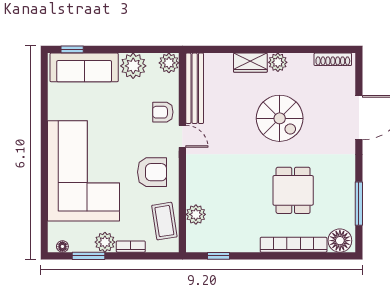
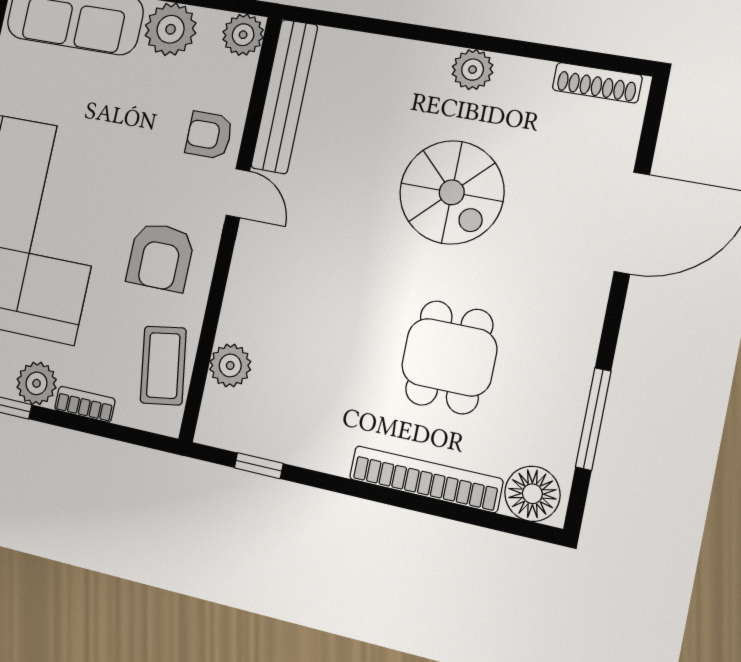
wardrobe: (250, 63) -> (413, 61), removed
armchair: (152, 172) -> (160, 257), turned 90

